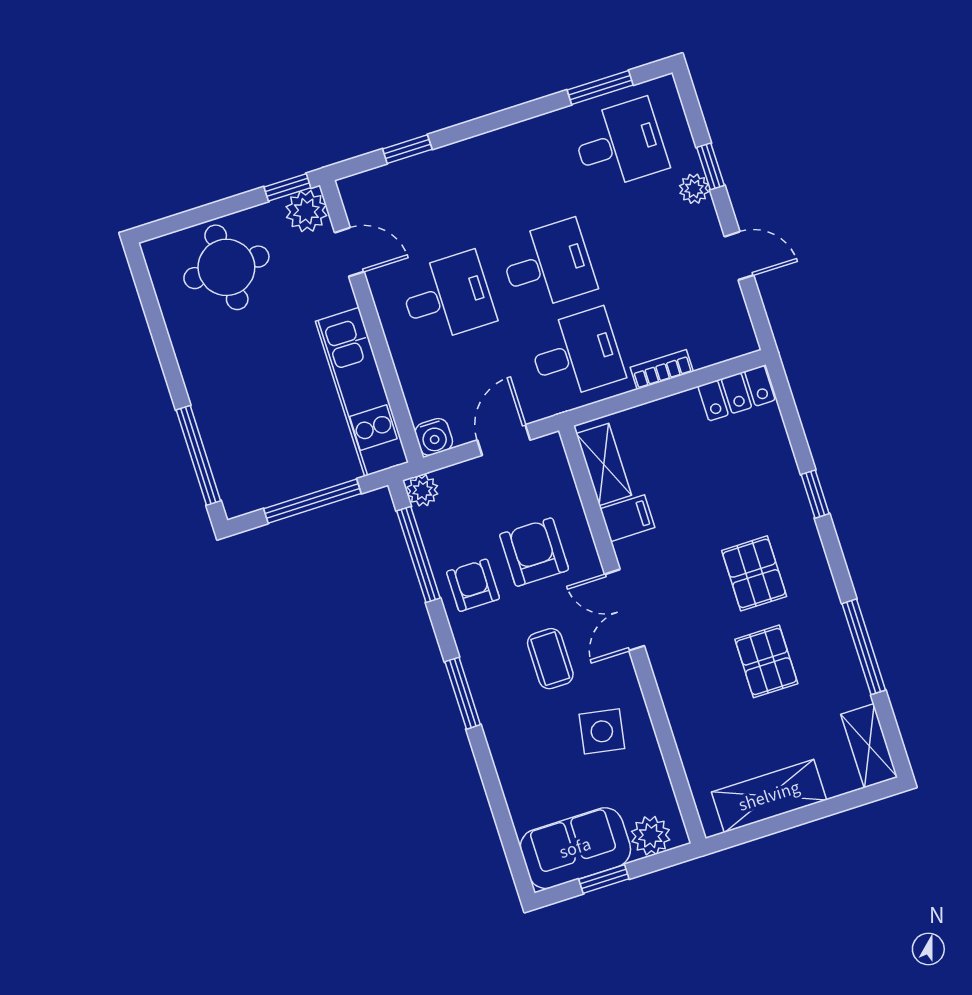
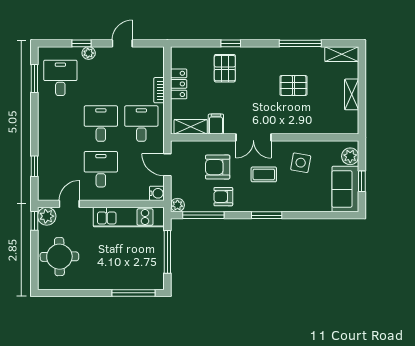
locker: (736, 393) -> (179, 84), moved
pallet: (754, 573) -> (225, 68), moved, turned 90
shelving: (769, 796) -> (352, 94), width x0.67, depth x0.75

